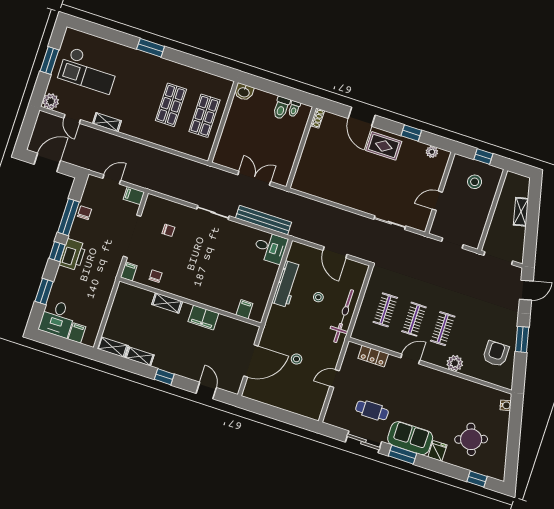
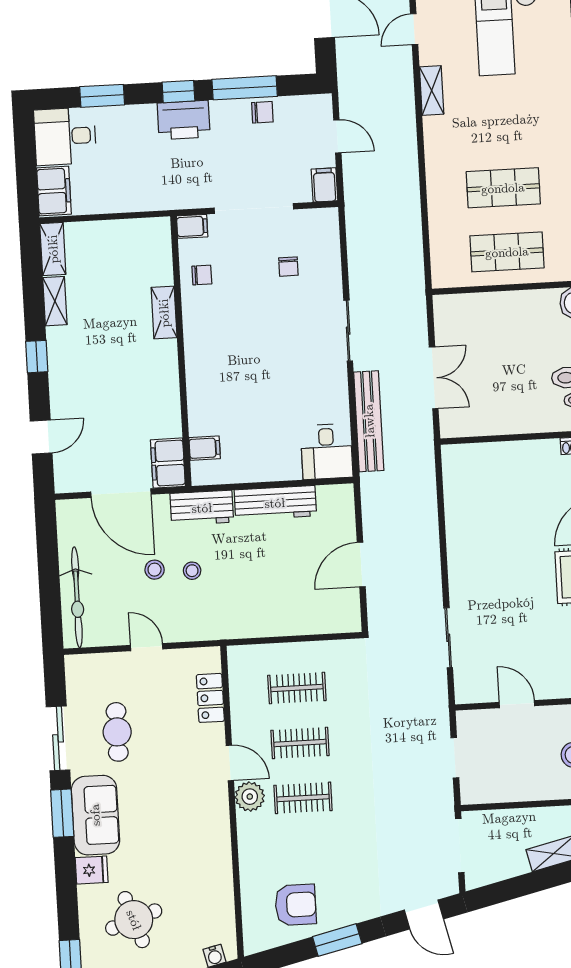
stool: (318, 297) -> (192, 571), moved
bicycle: (344, 316) -> (77, 597), moved, turned 90
filing cabinet: (203, 317) -> (168, 463), moved
workbench: (274, 323) -> (202, 508), added
filing cabinet: (77, 333) -> (54, 191), width x2.00
plant: (455, 363) -> (250, 797), moved

